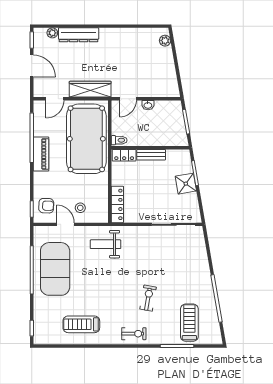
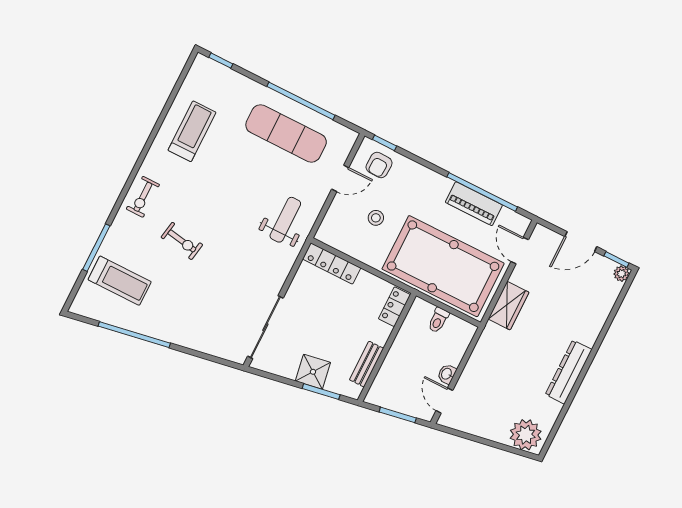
plant: (52, 33) -> (622, 274), moved
dresser: (79, 35) -> (569, 372), moved
plant: (165, 41) -> (526, 435), width x1.87, depth x1.87
wardrobe: (90, 89) -> (509, 306), width x0.67
door: (128, 99) -> (444, 400), moved
toilet: (119, 140) -> (438, 320), moved
piano: (41, 154) -> (474, 204), moved
bench: (151, 155) -> (367, 364), moved
stool: (80, 208) -> (376, 218), moved
exercise mat: (55, 269) -> (286, 133), width x0.68

